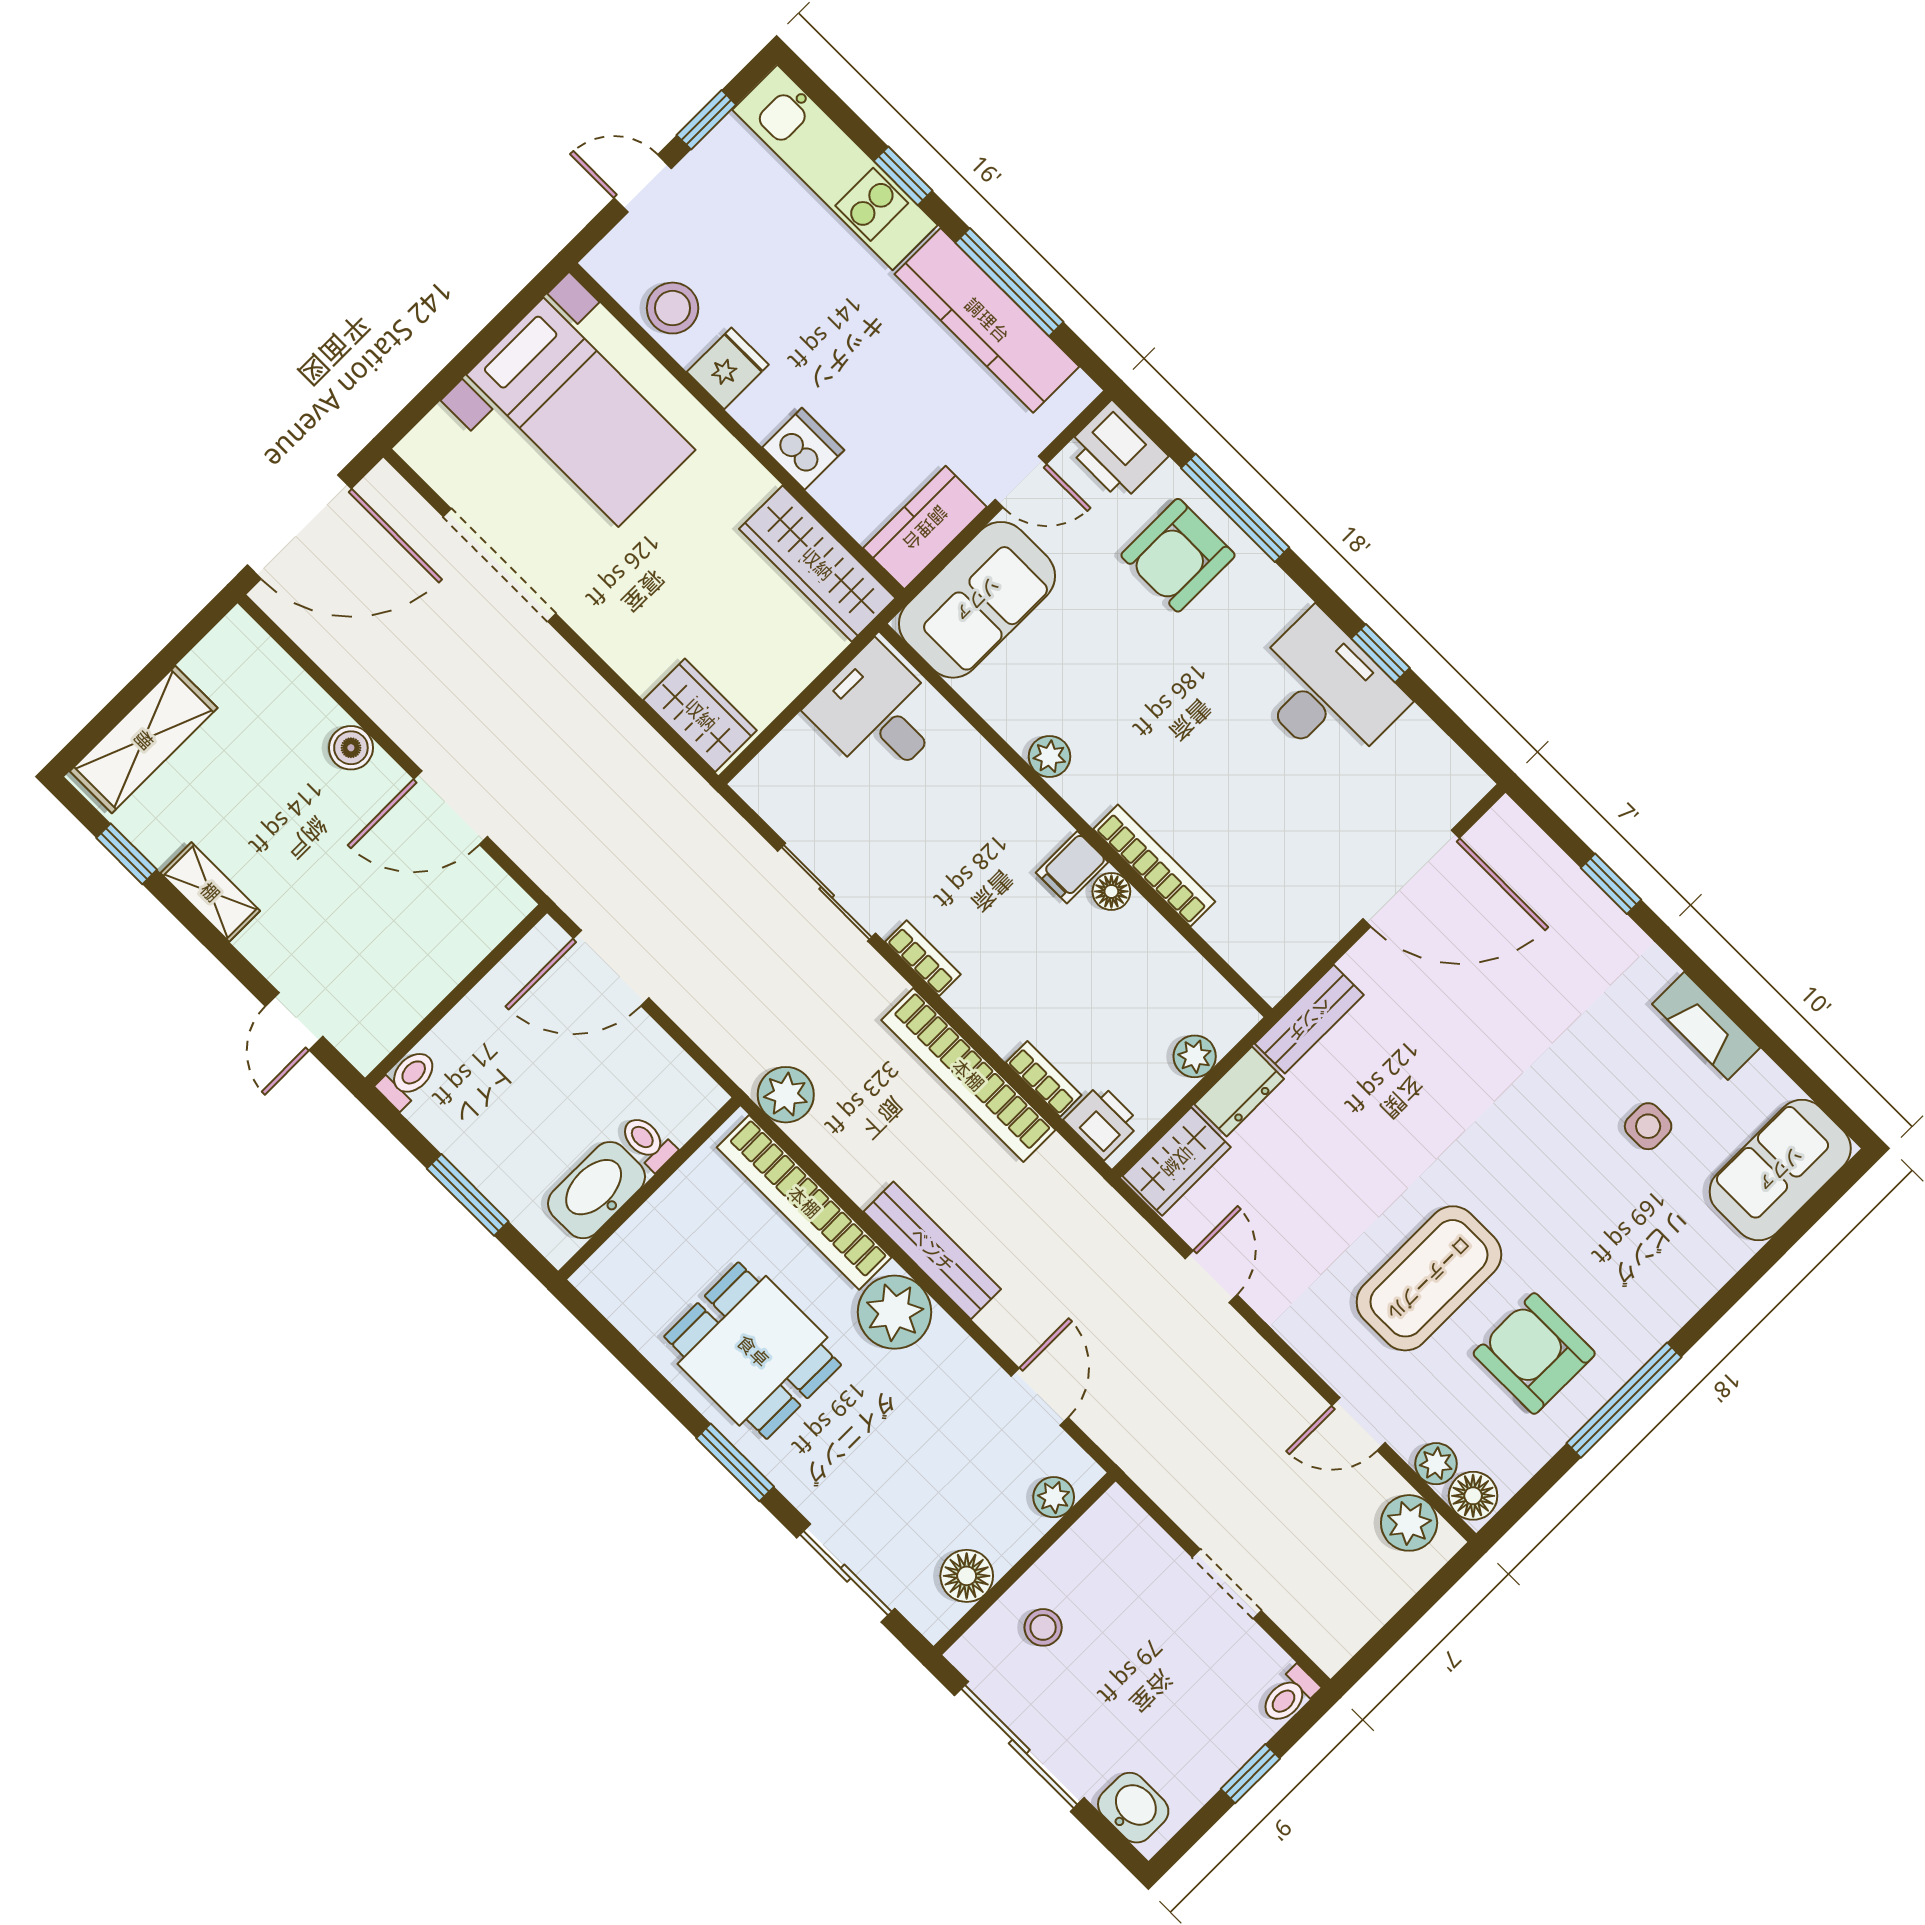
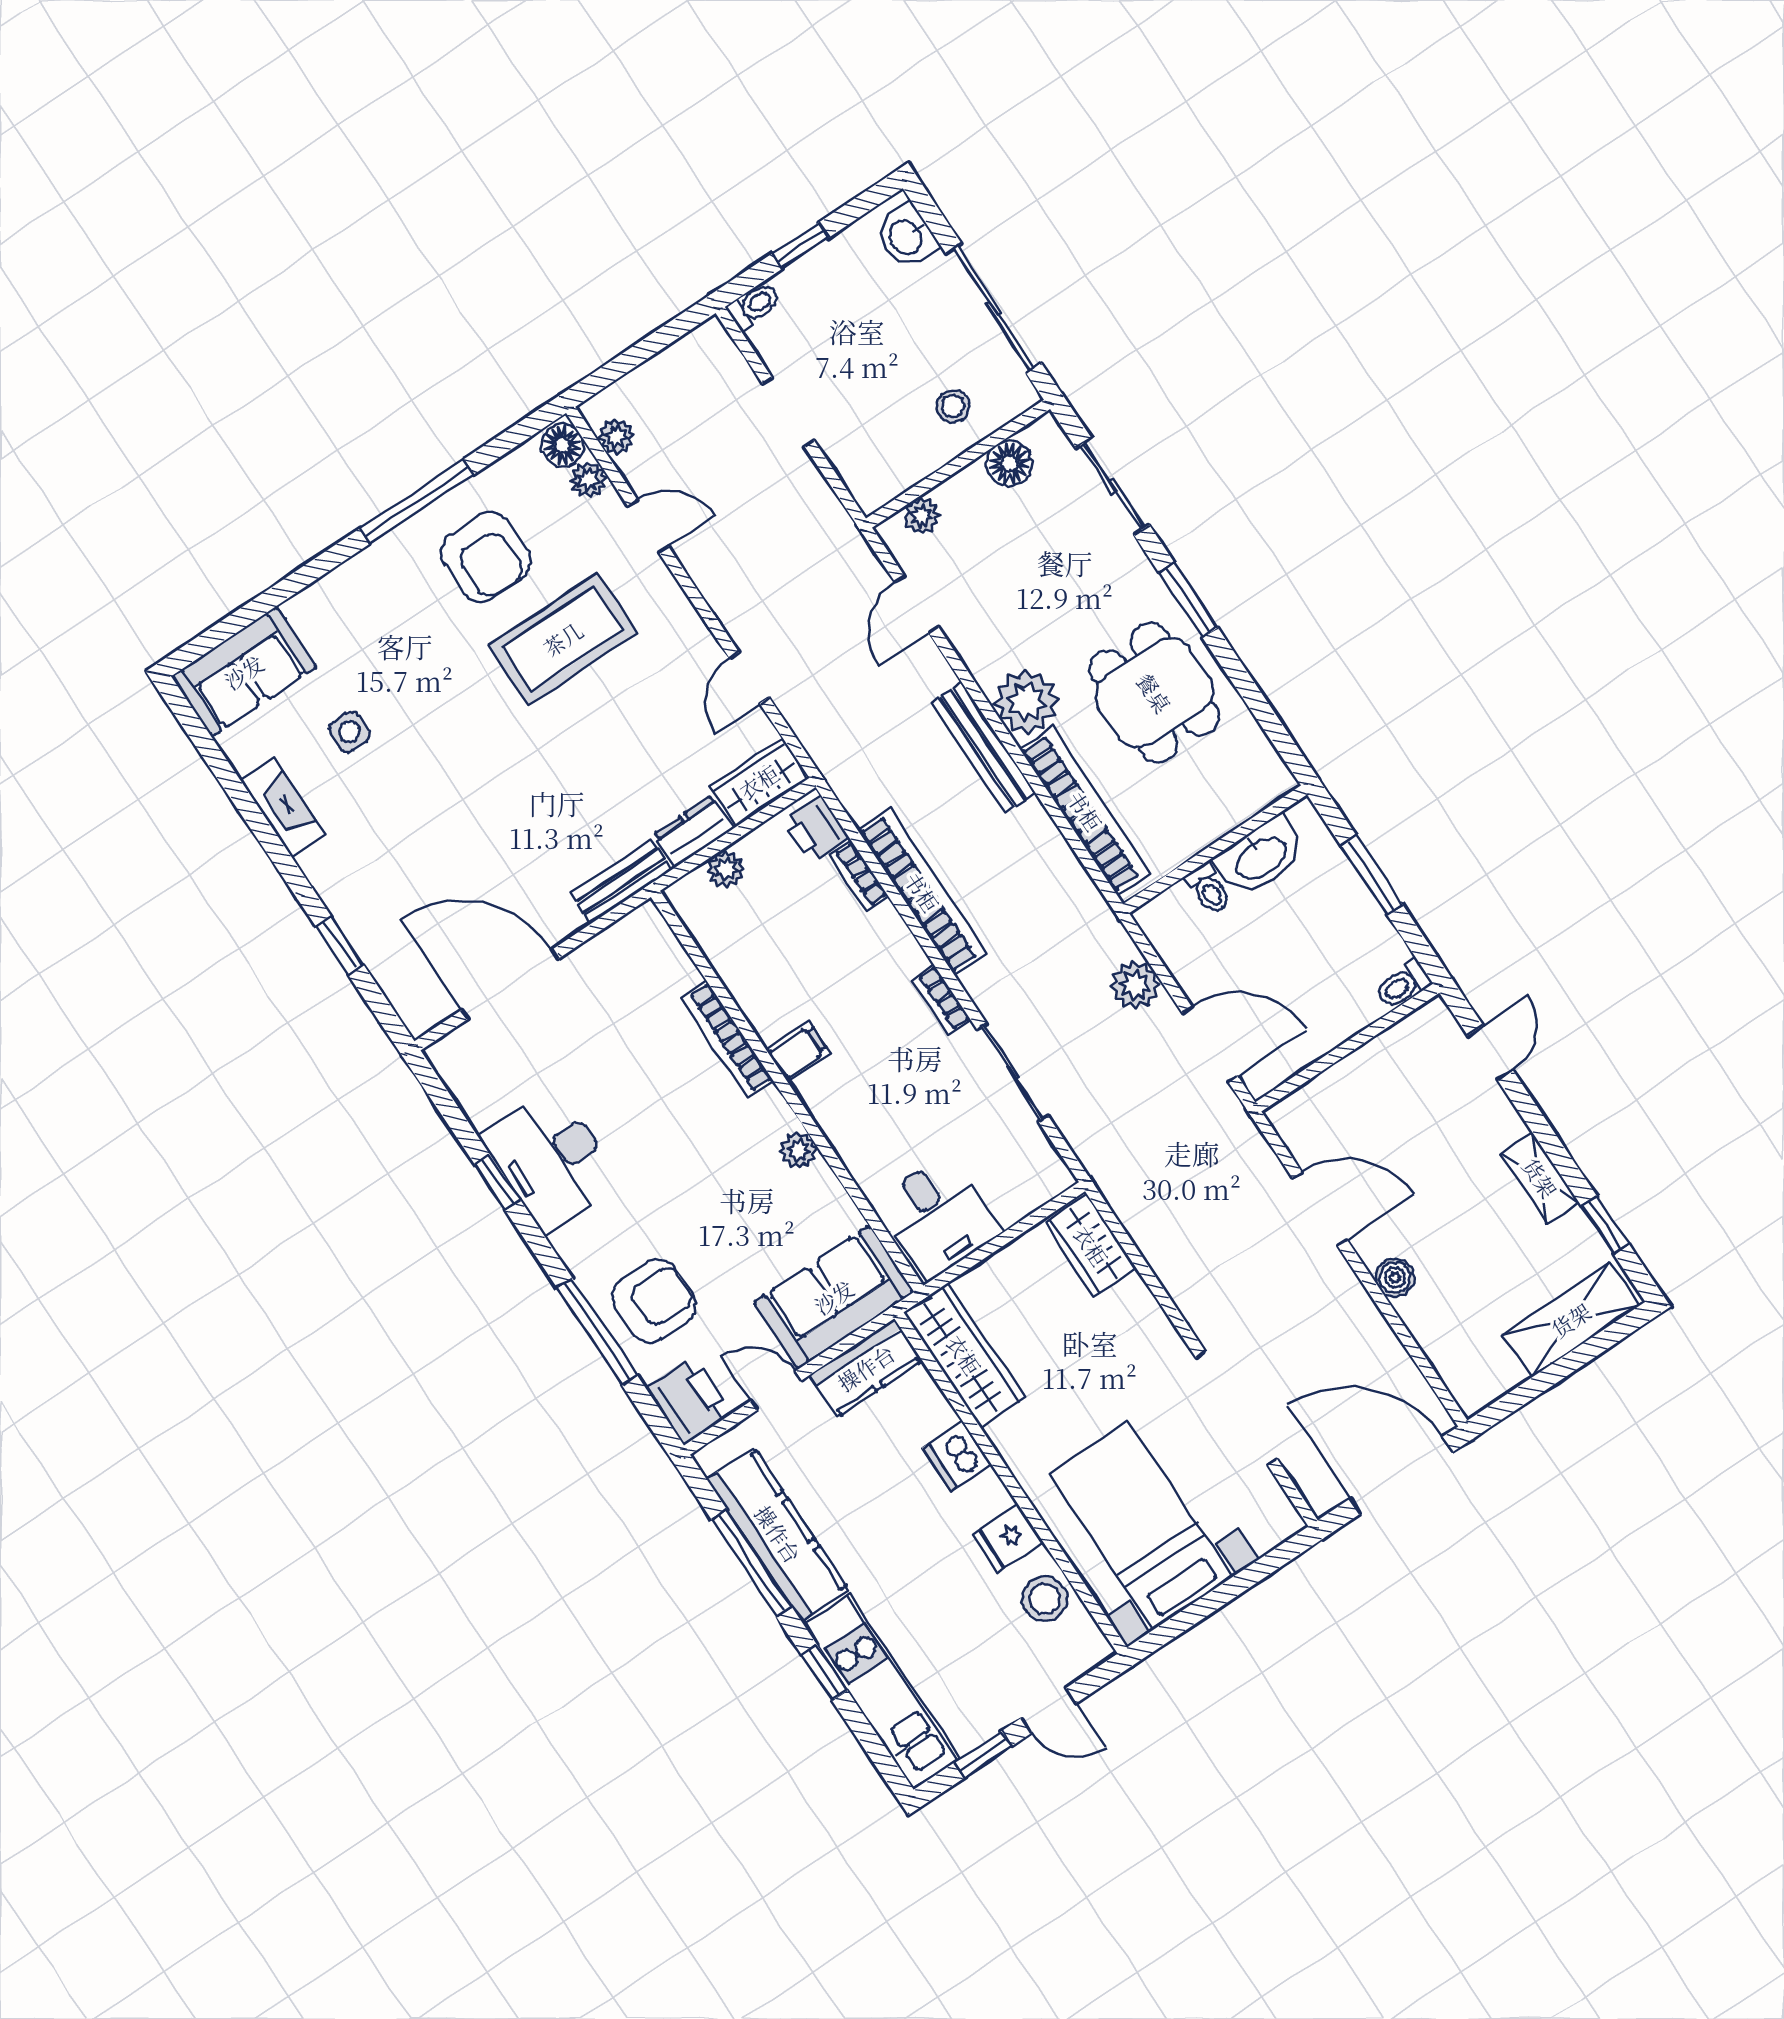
floor lamp: (1111, 891) -> (769, 1024), removed
plant: (786, 1095) -> (1135, 985), moved
plant: (1409, 1523) -> (616, 437), width x0.73, depth x0.73

